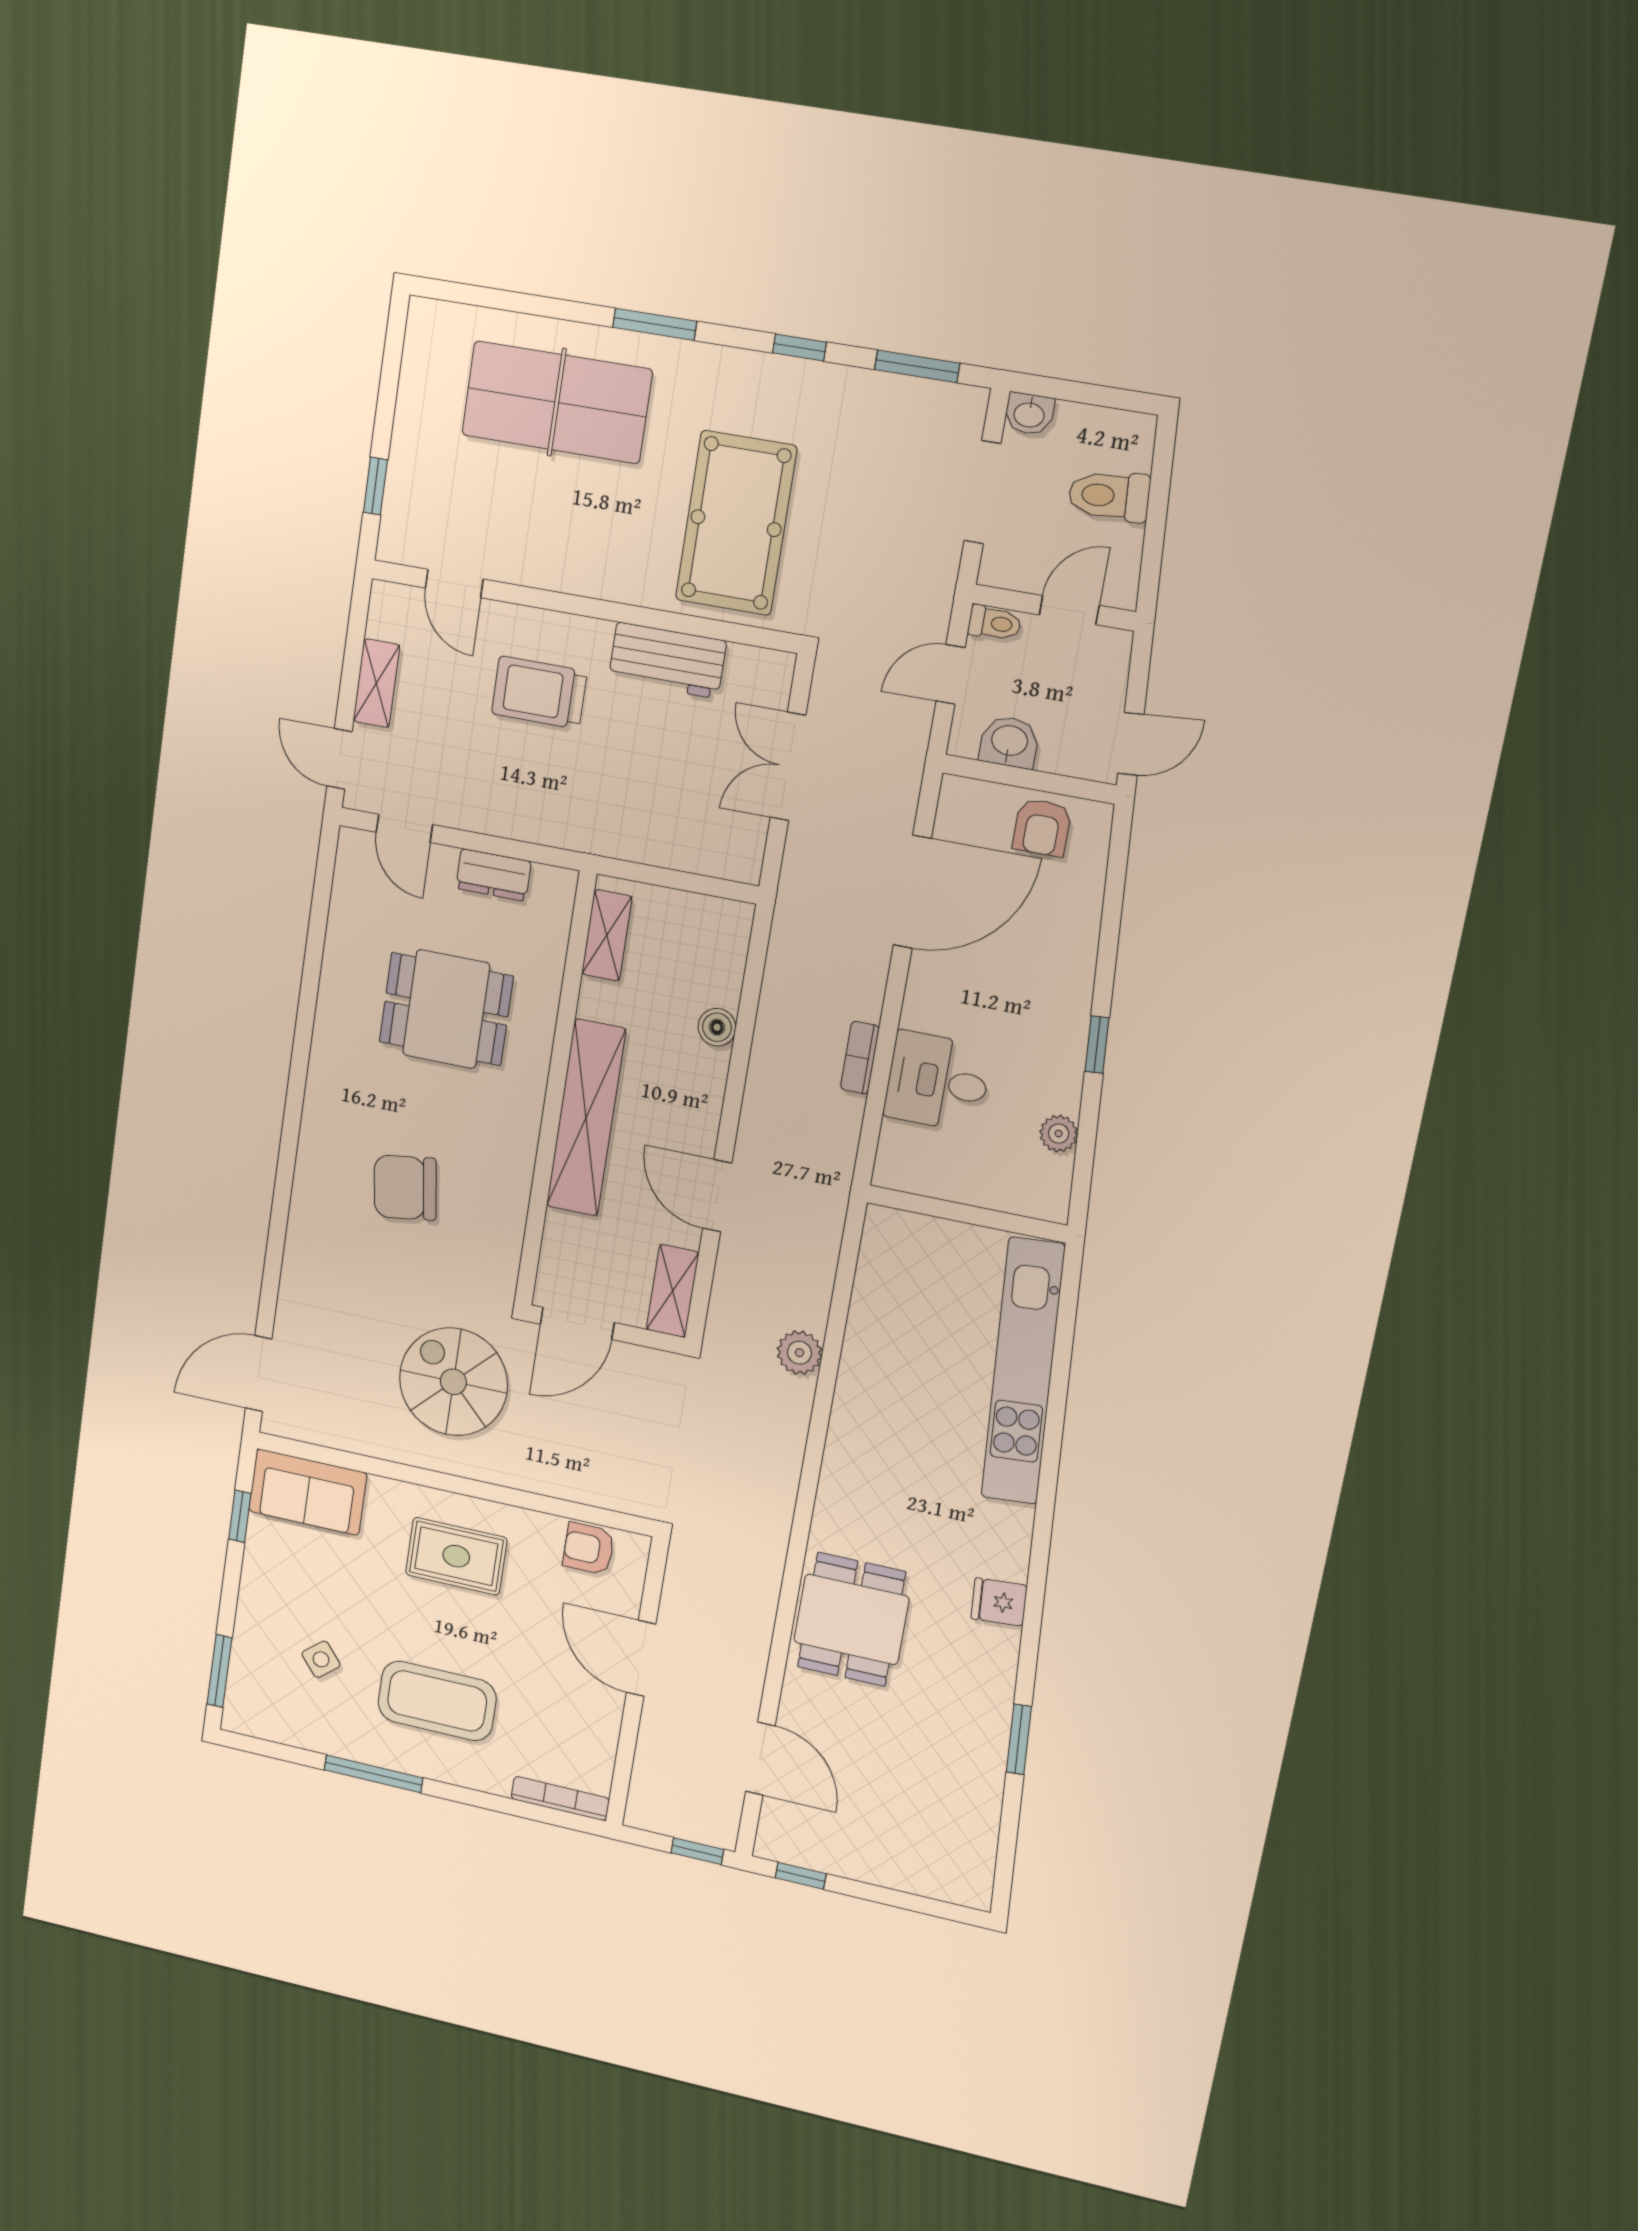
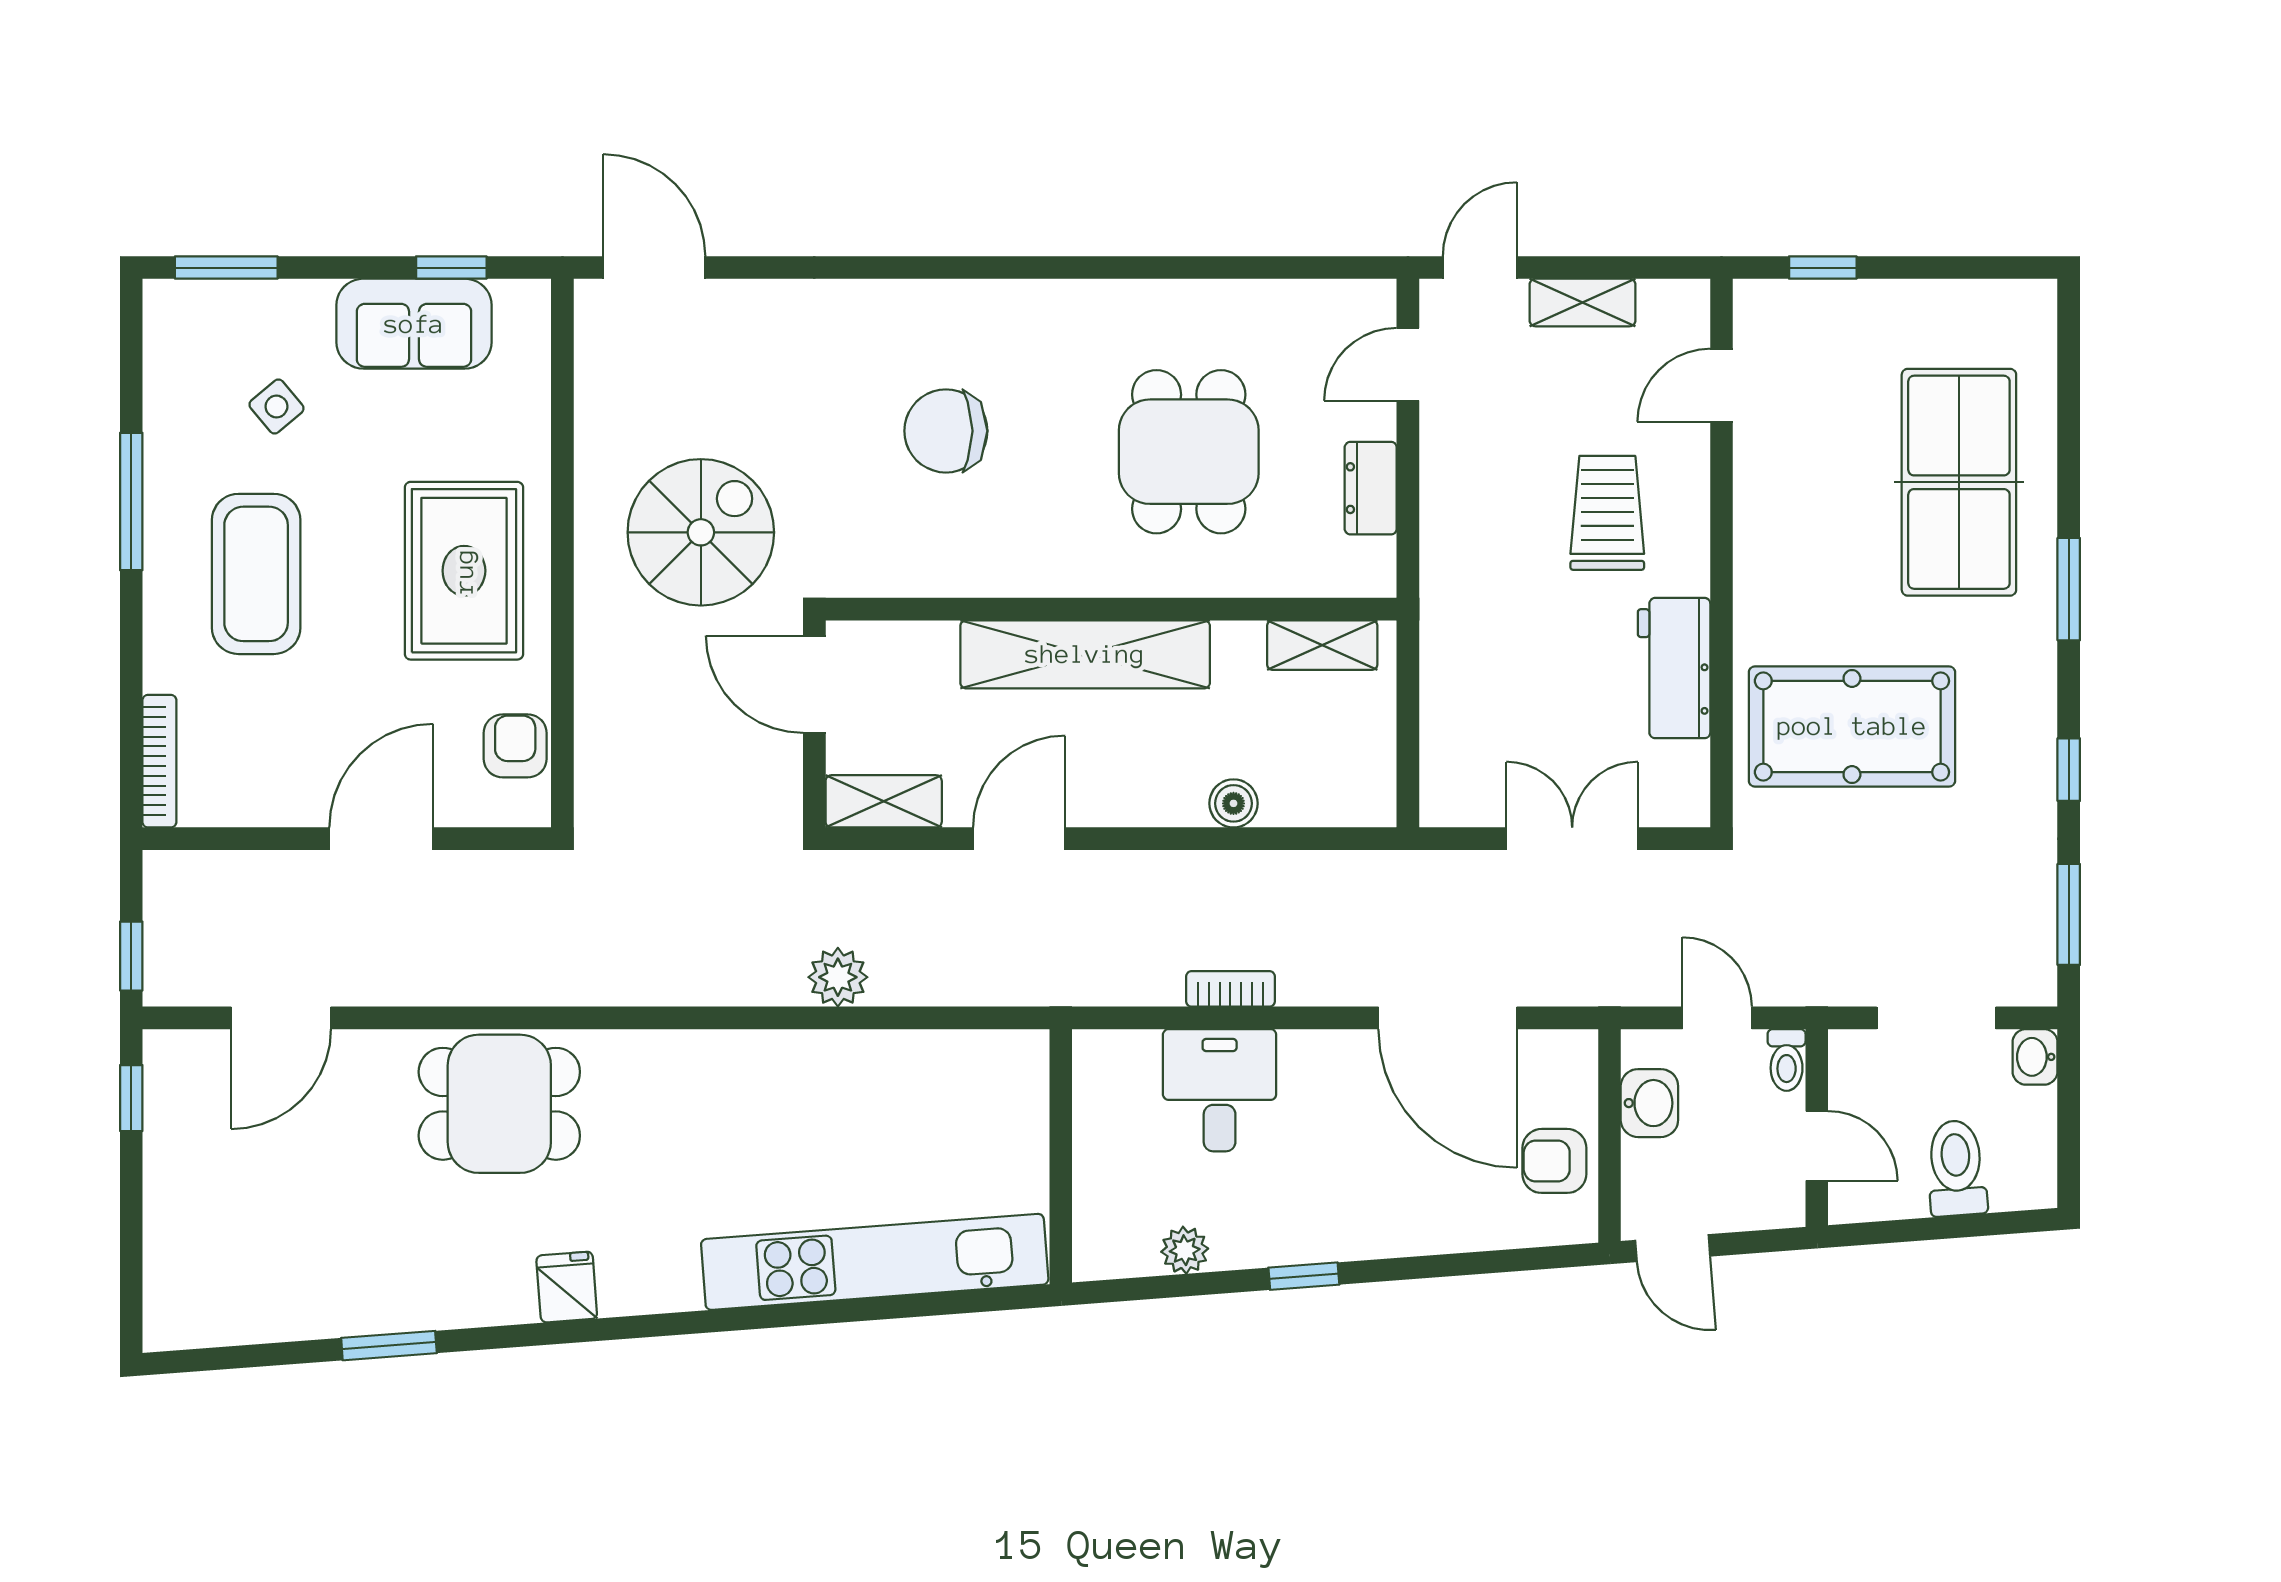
chair: (405, 1188) -> (946, 431), turned -82
sofa: (308, 1492) -> (414, 324), moved, turned -90
rug: (456, 1556) -> (464, 571), width x1.36, depth x1.43

